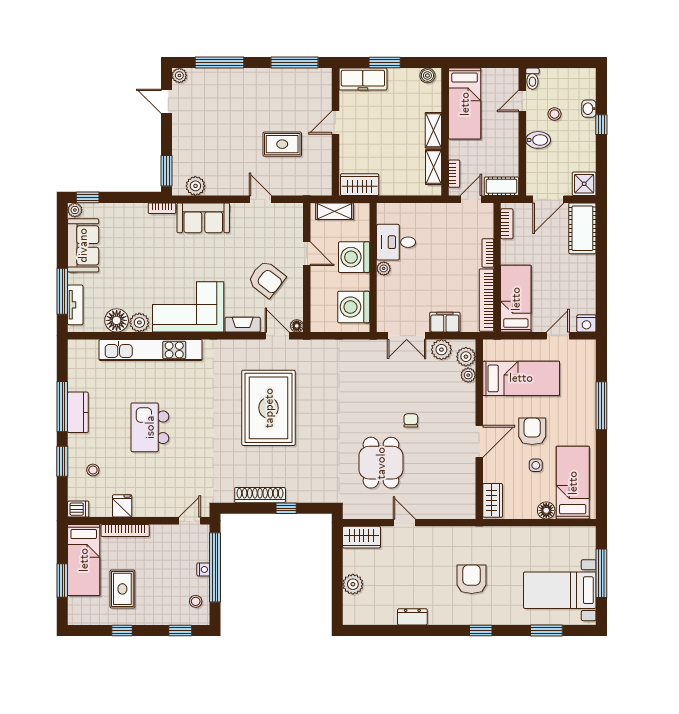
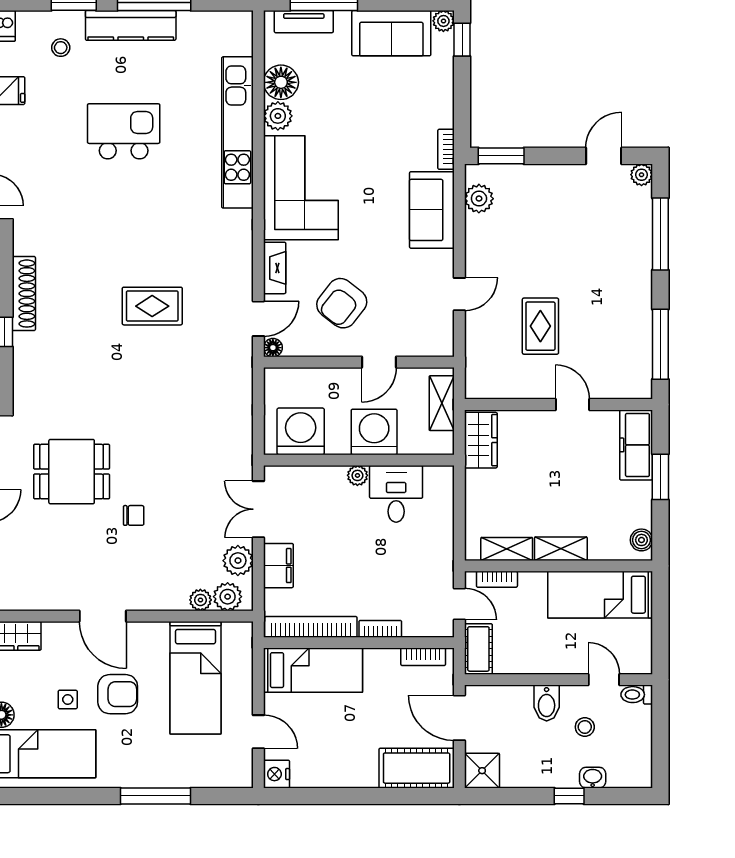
rug: (269, 408) -> (152, 306), width x0.54, depth x0.49
kitchen counter: (78, 412) -> (131, 25), width x1.50

